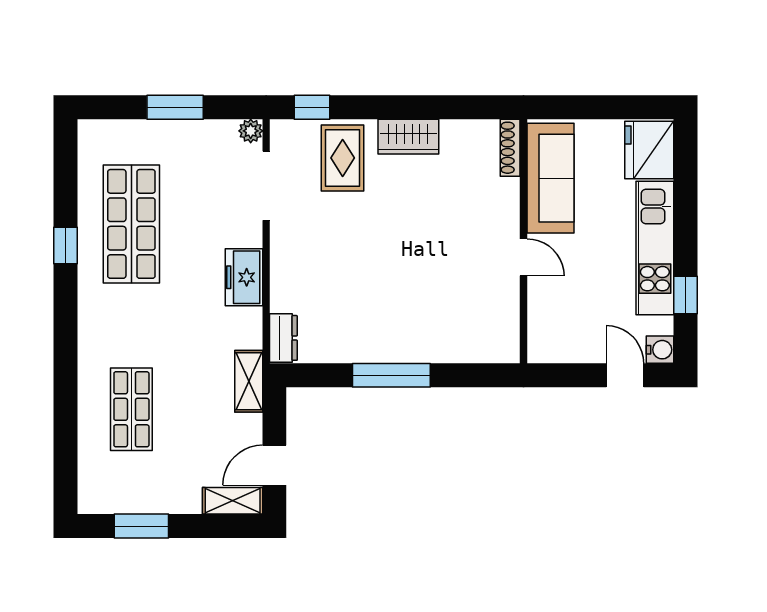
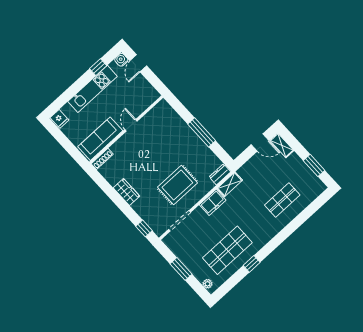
plant: (251, 131) -> (207, 284), moved
fridge: (649, 150) -> (59, 119), width x0.53, depth x0.75
rug: (343, 158) -> (177, 185), moved, width x1.36, depth x1.43
shelving: (249, 381) -> (230, 184), moved

